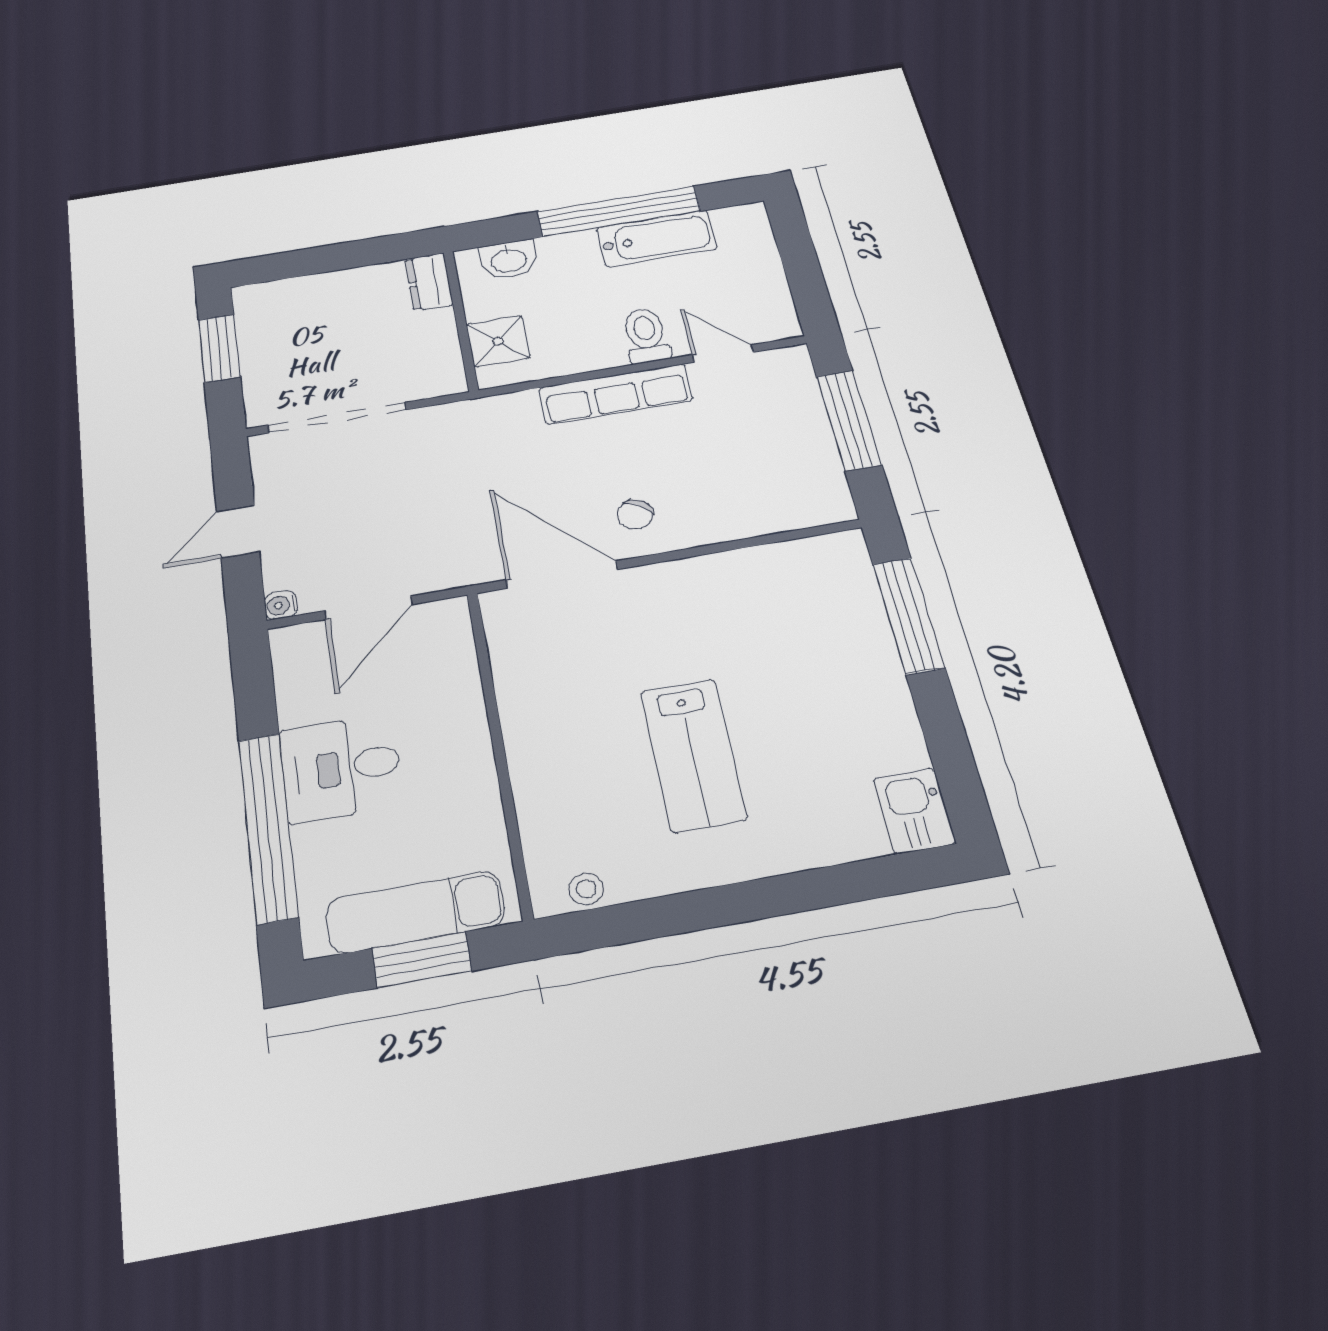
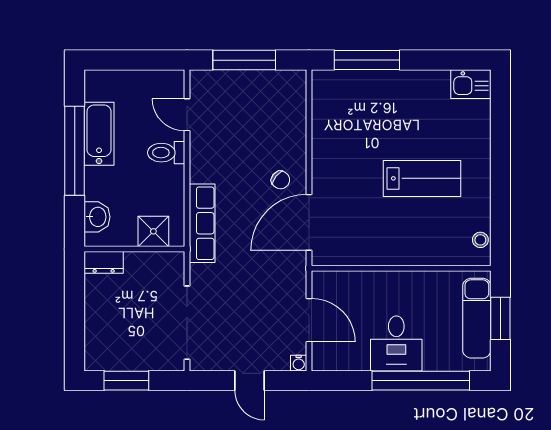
door: (723, 353) -> (187, 115), hinge flipped
row of seats: (616, 394) -> (202, 223), moved

